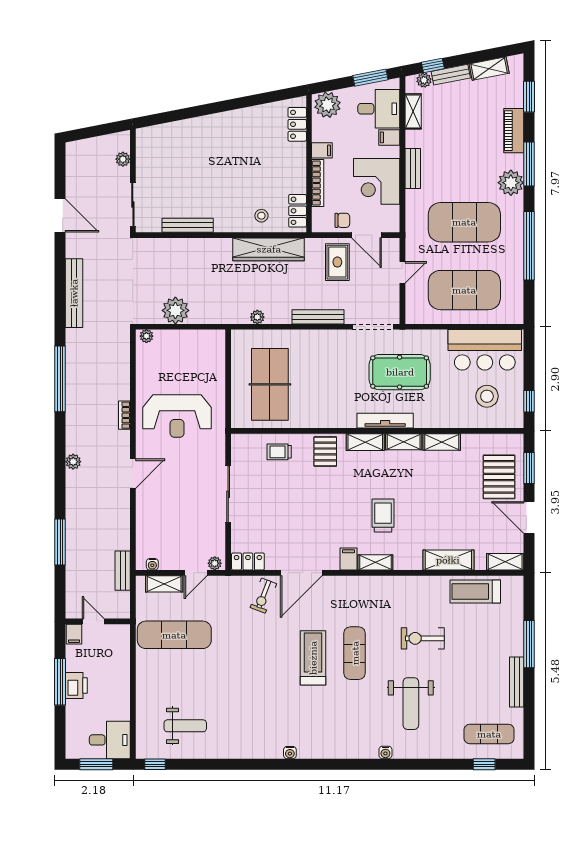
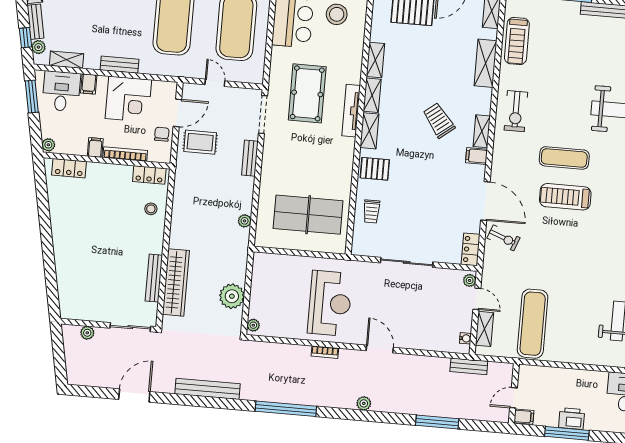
plant: (328, 105) -> (48, 145), width x0.53, depth x0.53
wardrobe: (269, 249) -> (176, 282), moved
bench: (318, 317) -> (250, 158), width x0.73
trolley: (383, 515) -> (439, 120), turned 52
exercise bike: (423, 638) -> (516, 111), moved

